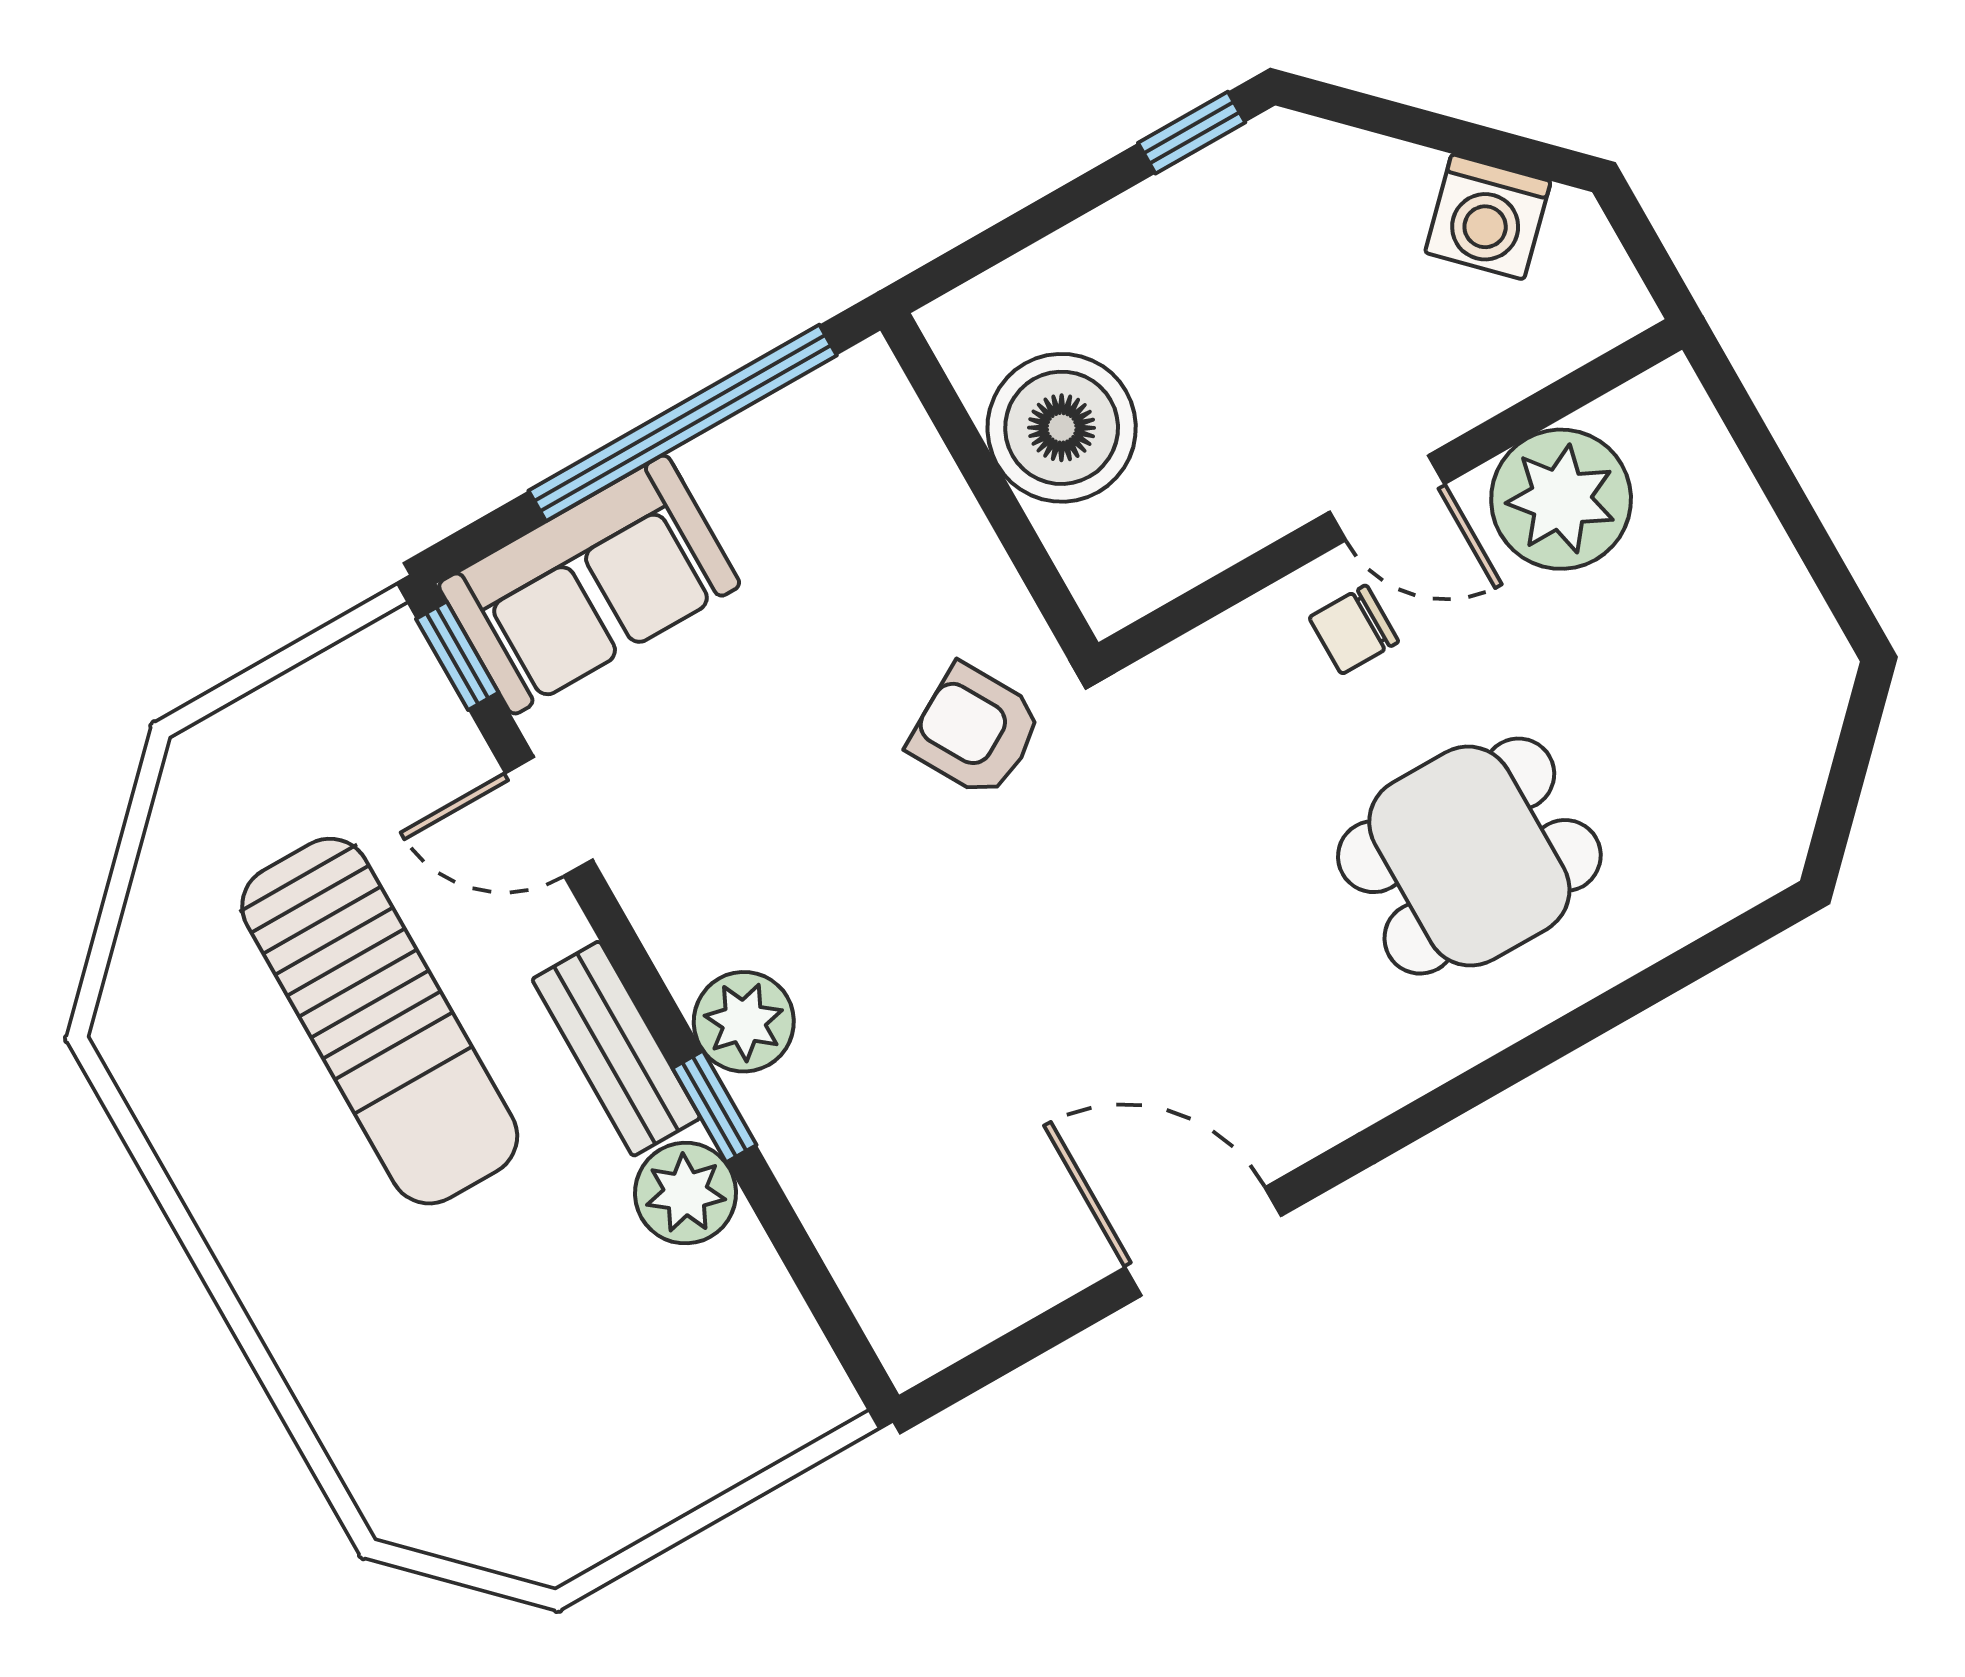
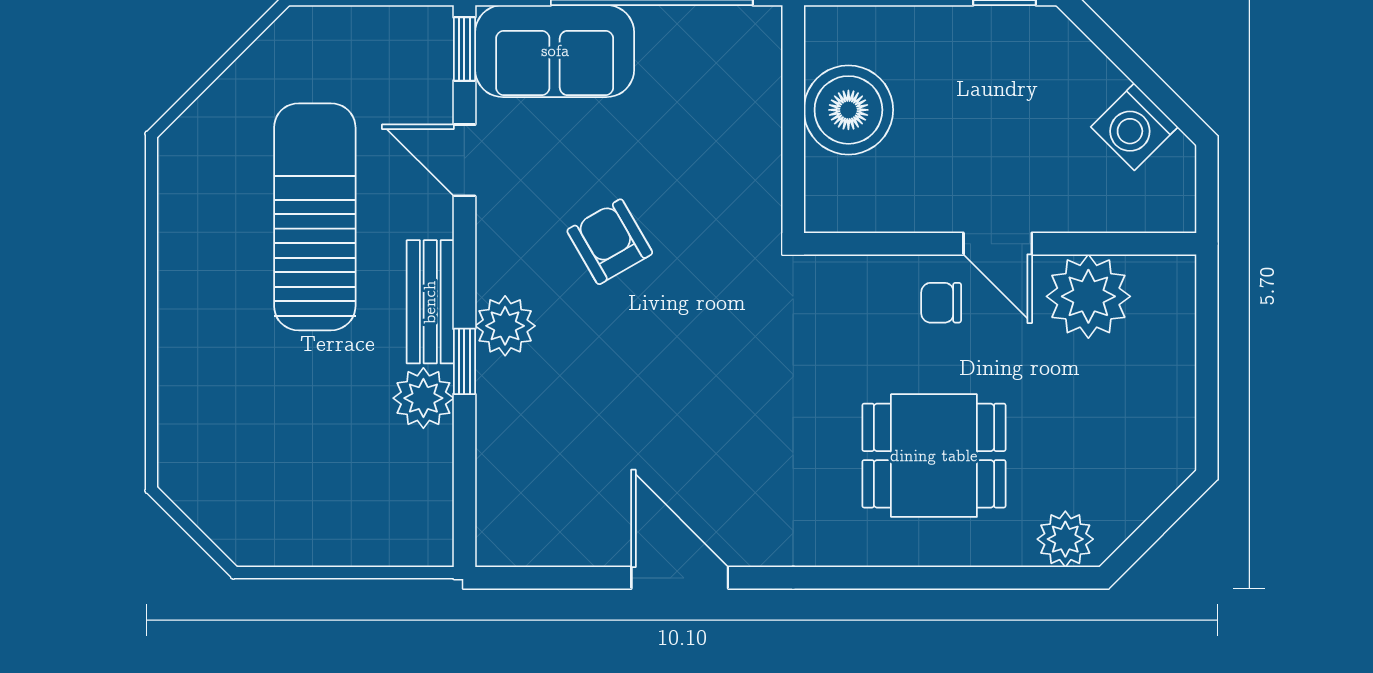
armchair: (976, 731) -> (610, 242), moved
plant: (1728, 868) -> (1065, 539), added
sun lounger: (380, 1021) -> (315, 217), turned 180

